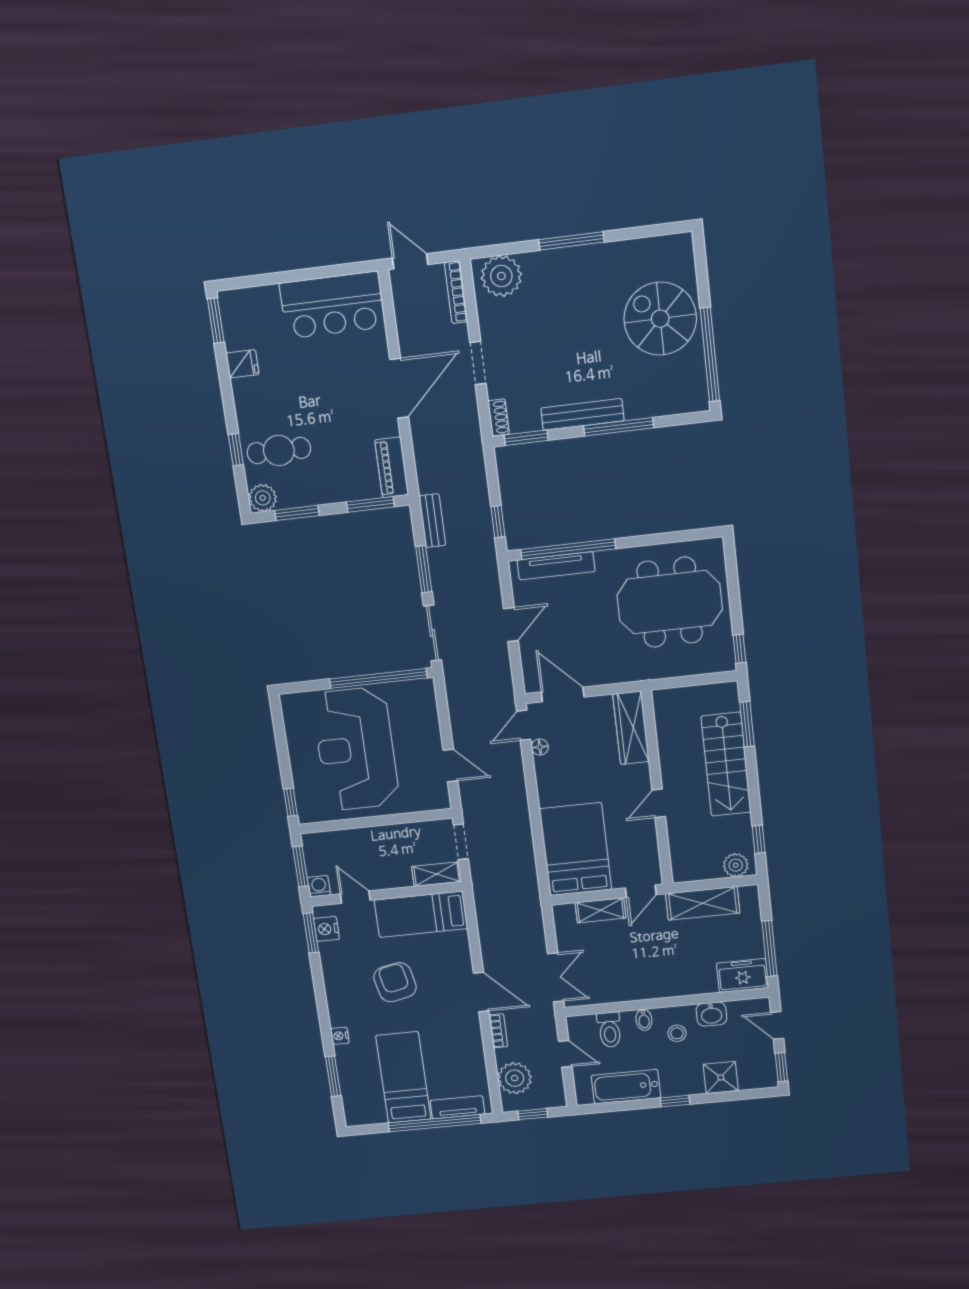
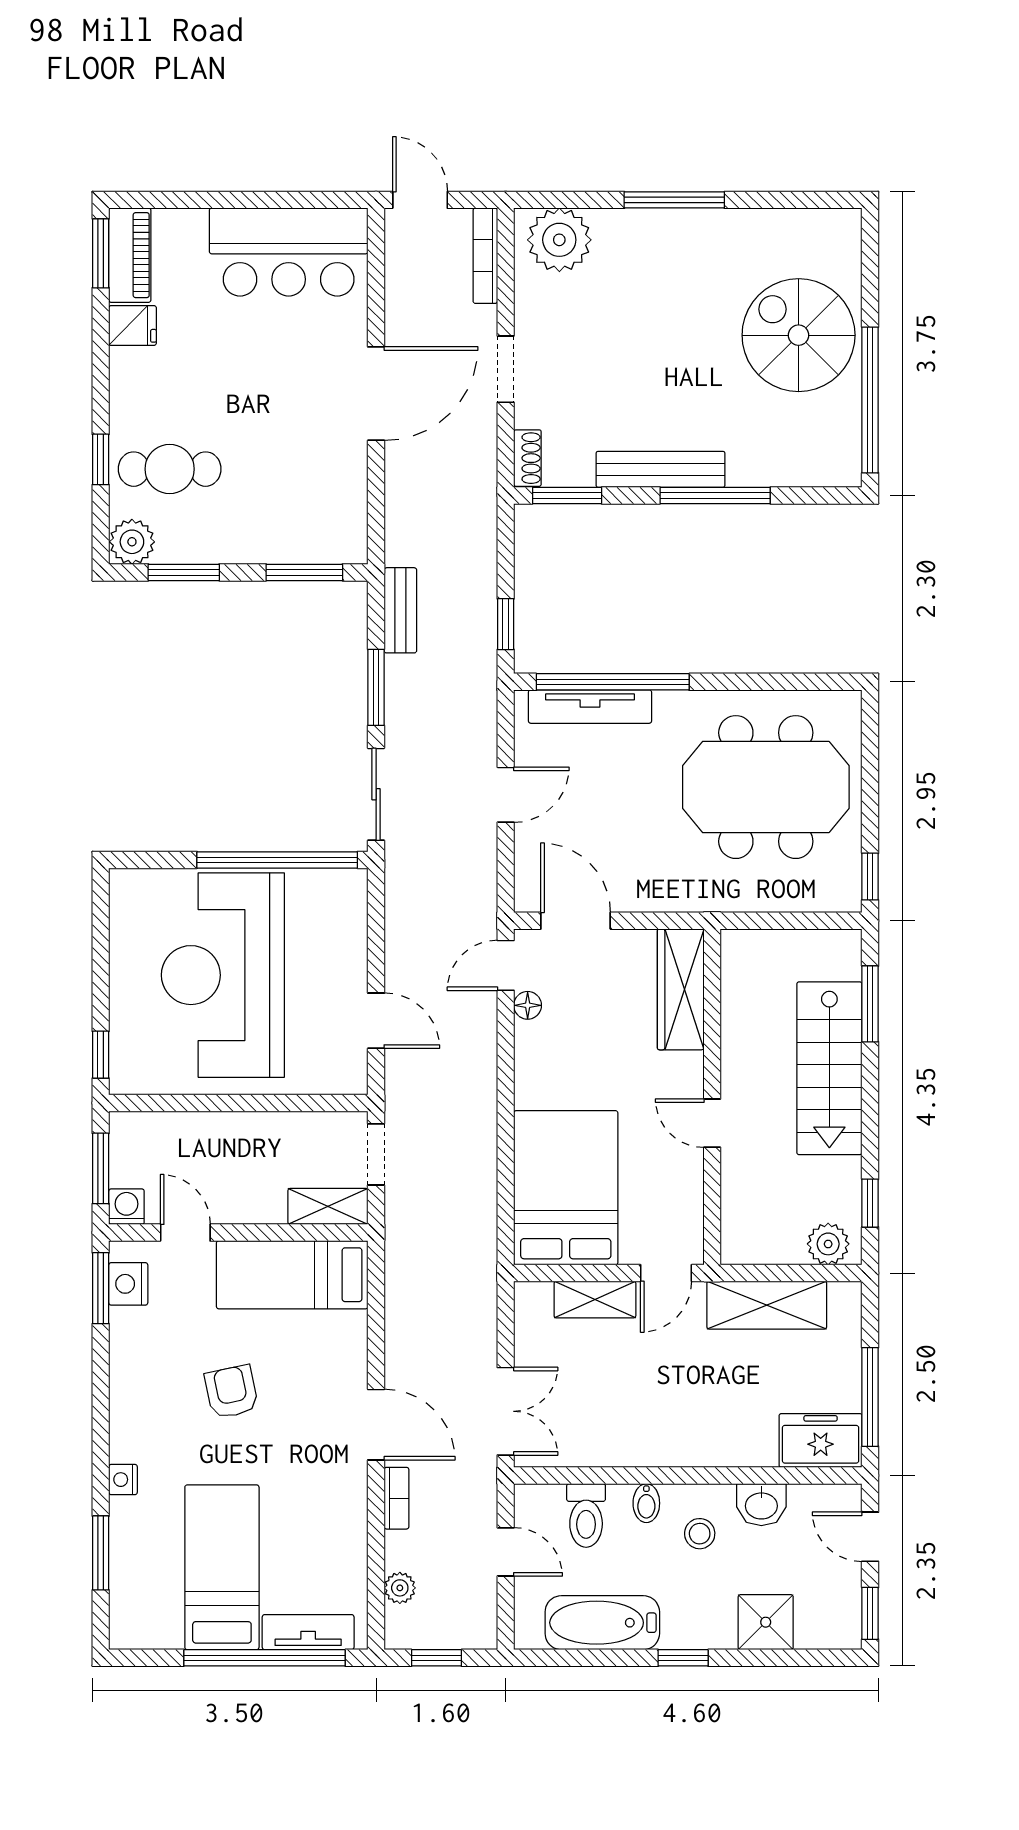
piano: (392, 467) -> (130, 255), moved, turned 180
door: (659, 803) -> (712, 1123), hinge flipped
armchair: (395, 982) -> (232, 1392), width x0.72, depth x0.72
plant: (515, 1078) -> (400, 1588), width x0.53, depth x0.53

